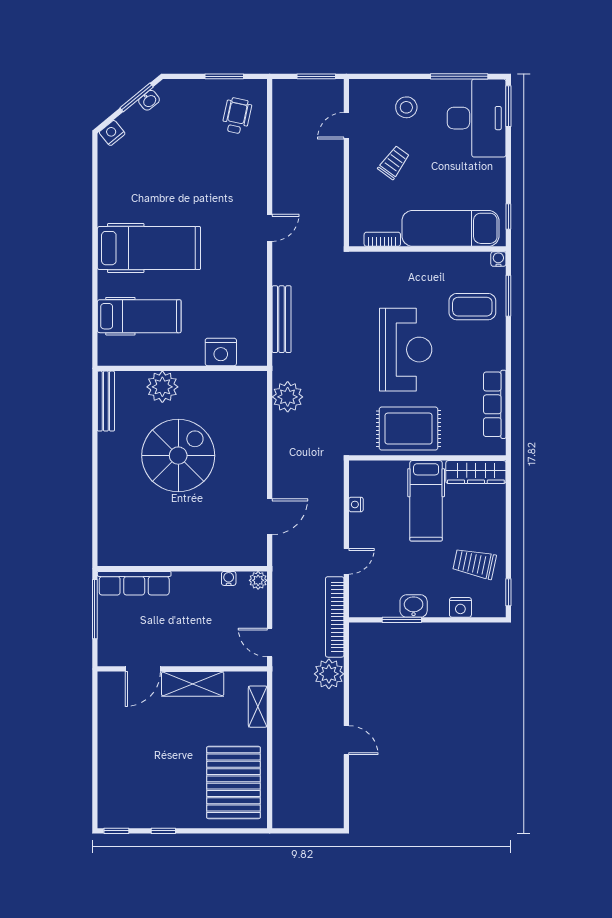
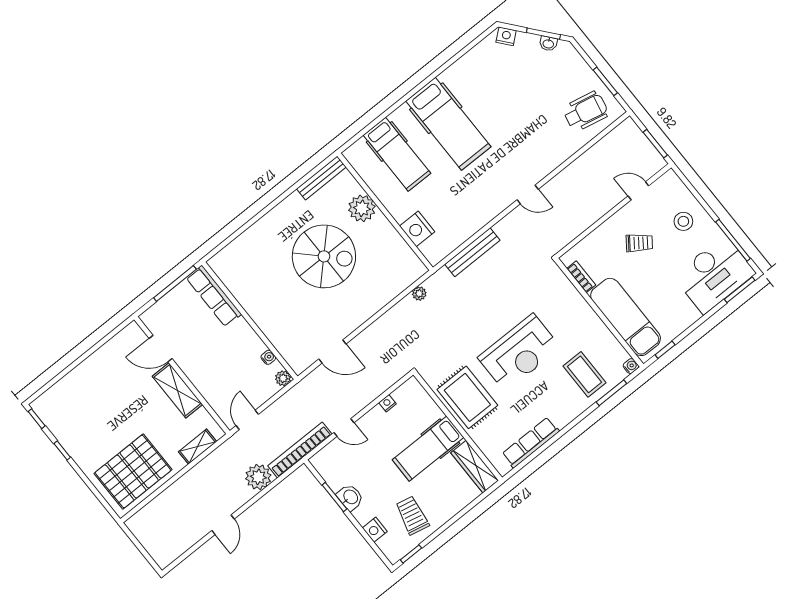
wheelchair: (237, 116) -> (586, 111), width x1.36, depth x1.37
plant: (288, 397) -> (419, 294), width x0.53, depth x0.53

